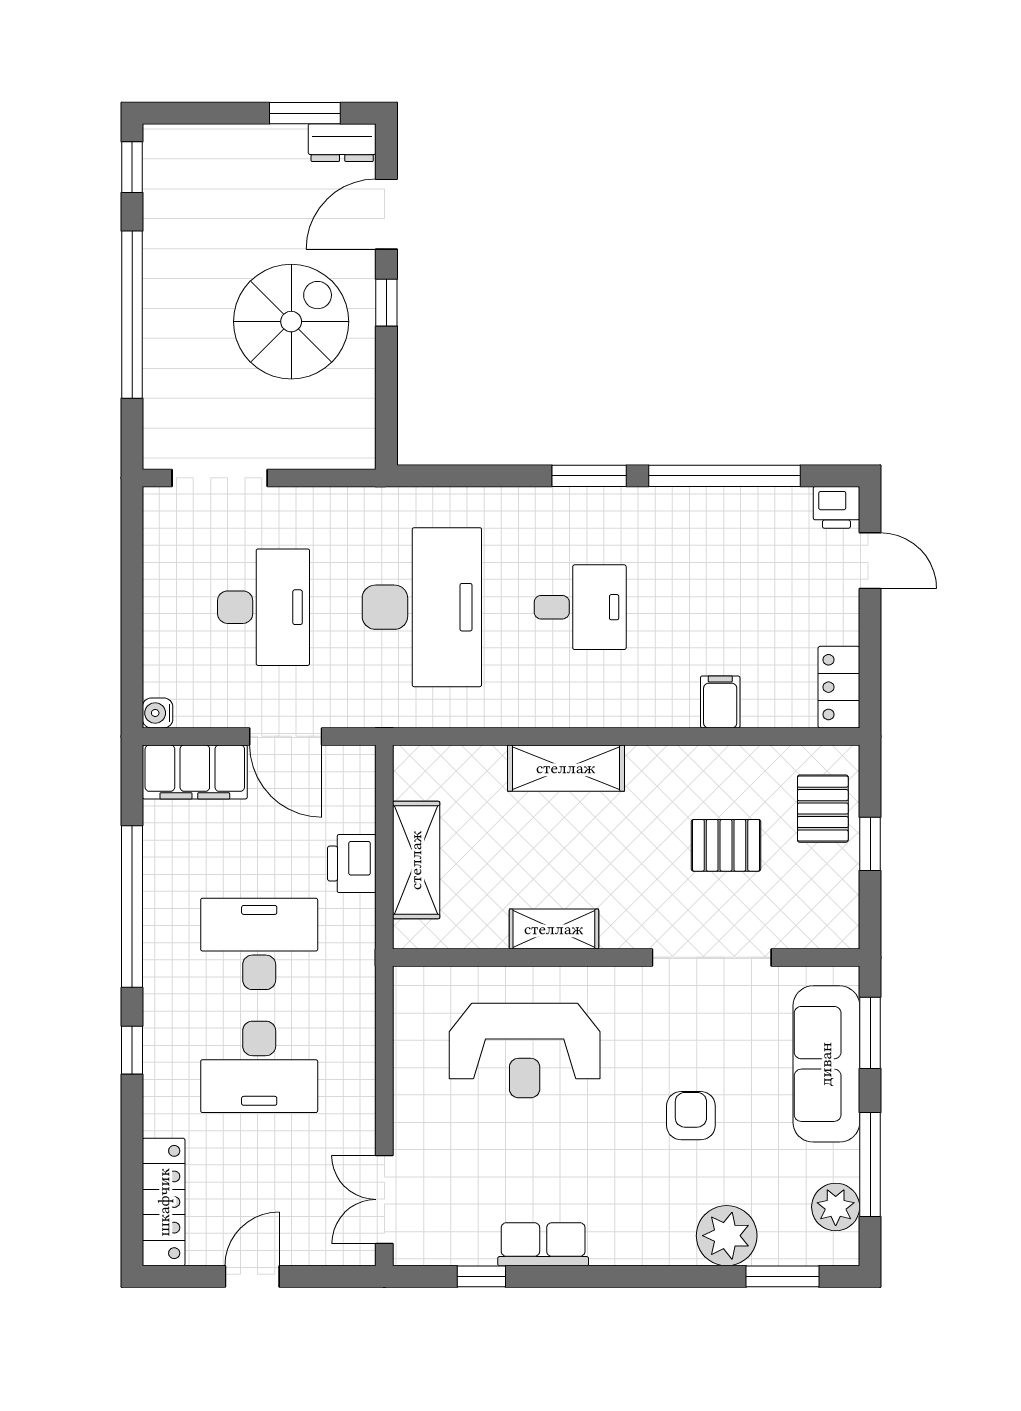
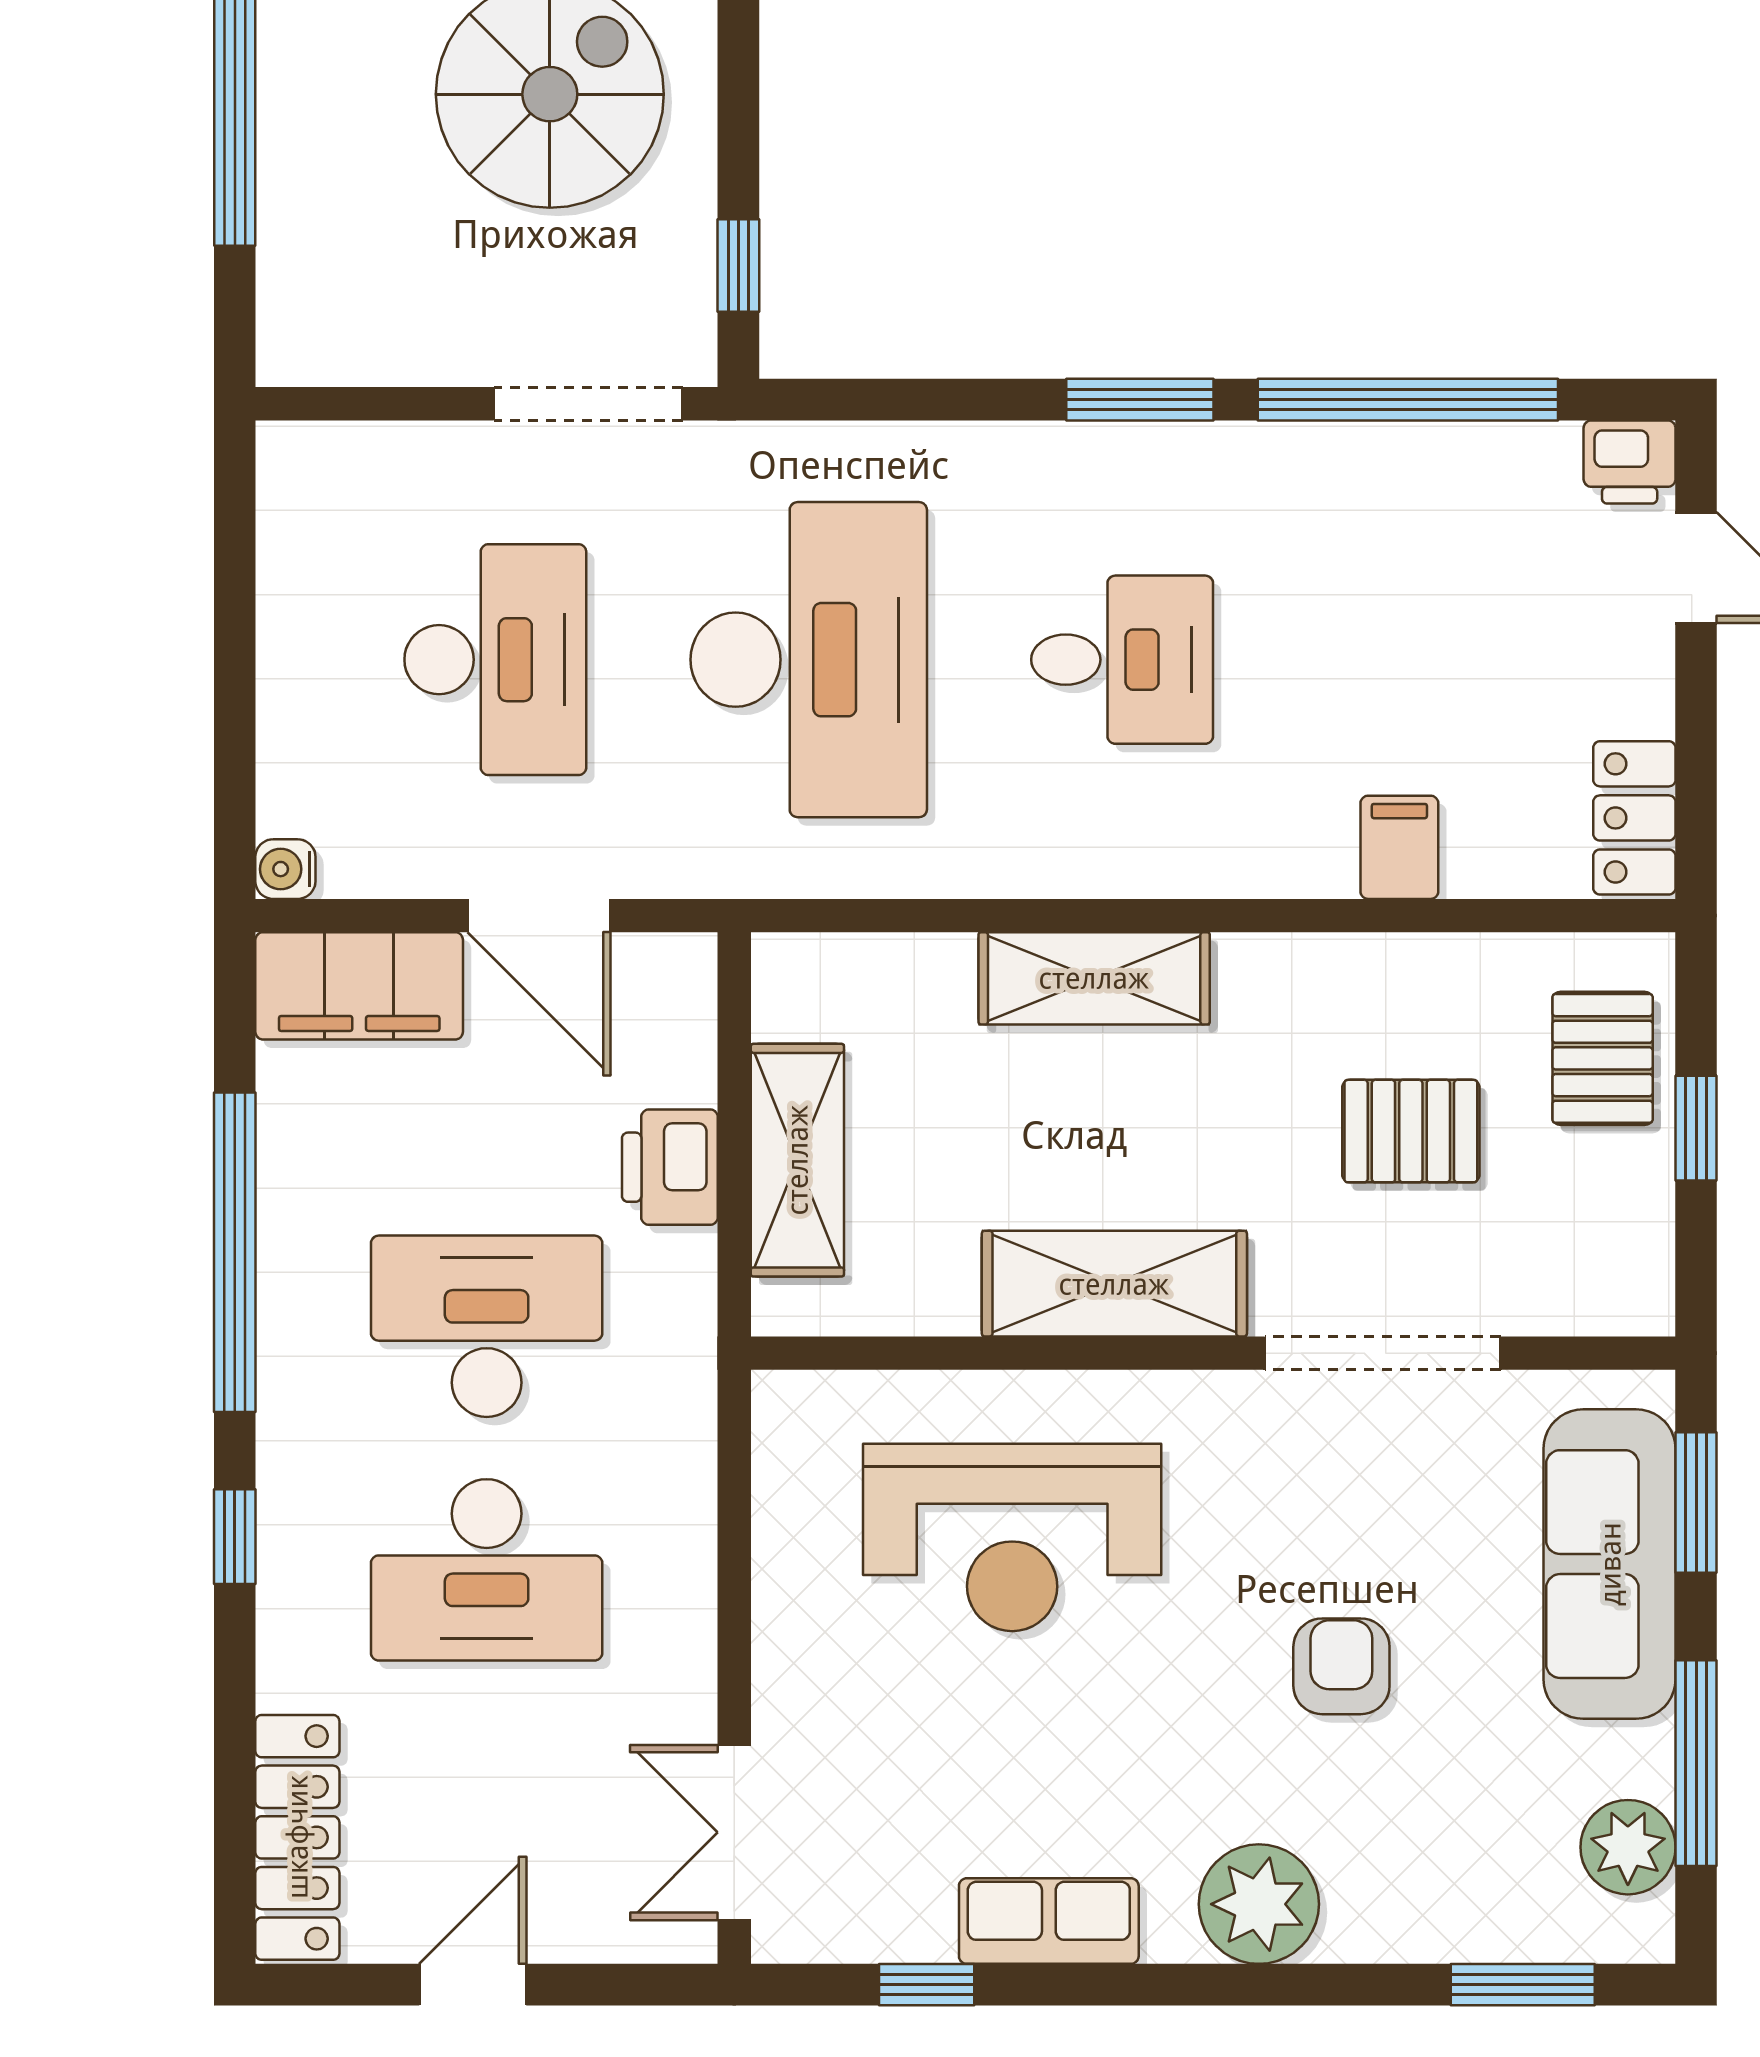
window: (386, 303) -> (738, 266), moved
doorway: (220, 478) -> (588, 404), moved
shelving: (554, 929) -> (1114, 1284), width x1.50, depth x1.33
plant: (727, 1236) -> (1259, 1904), moved

